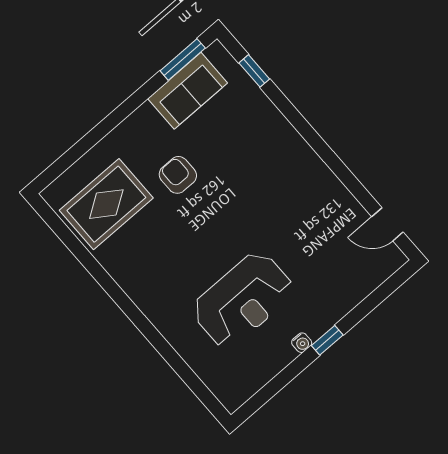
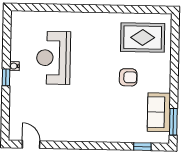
rug: (106, 204) -> (143, 37), turned 90
door: (387, 224) -> (31, 144), hinge flipped

